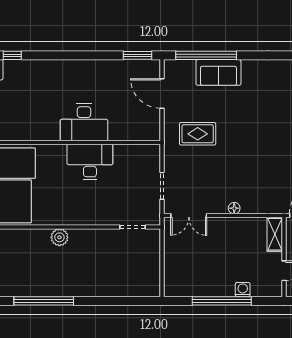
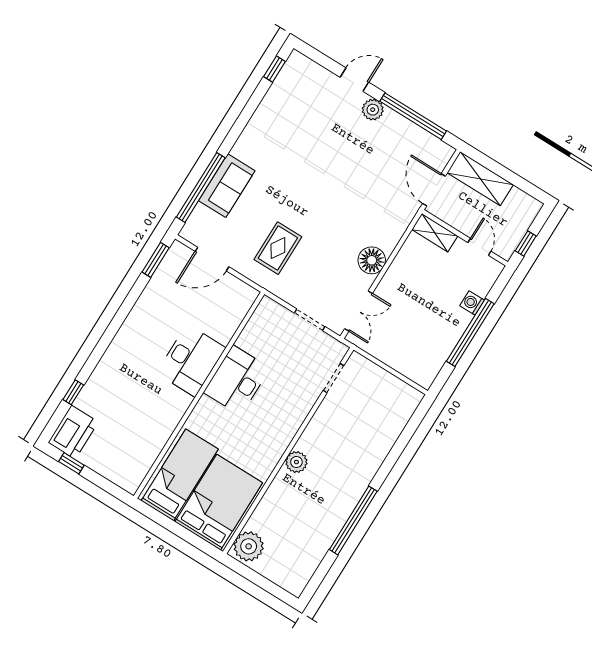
floor lamp: (234, 208) -> (372, 260), width x1.89, depth x1.89

